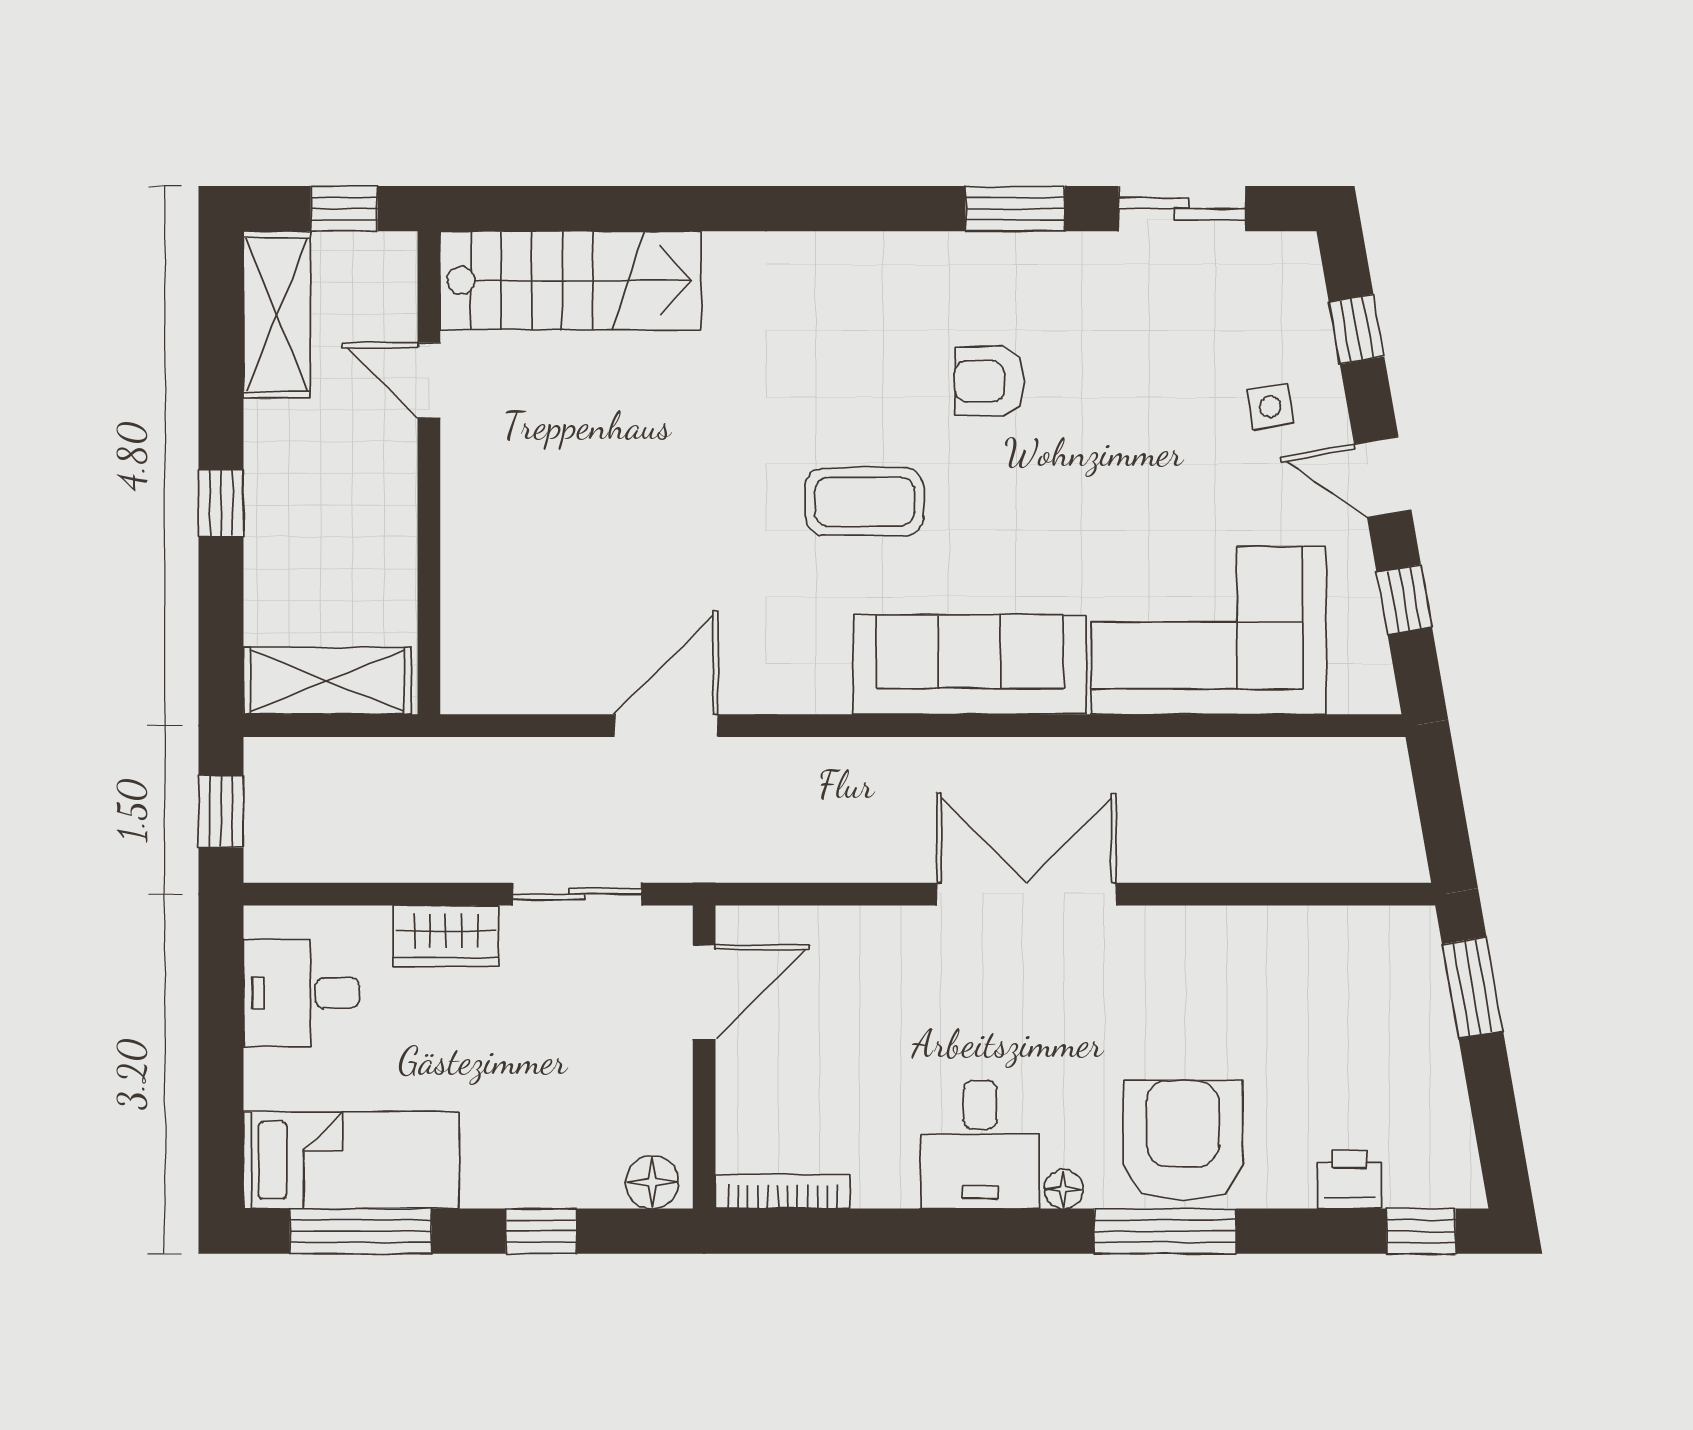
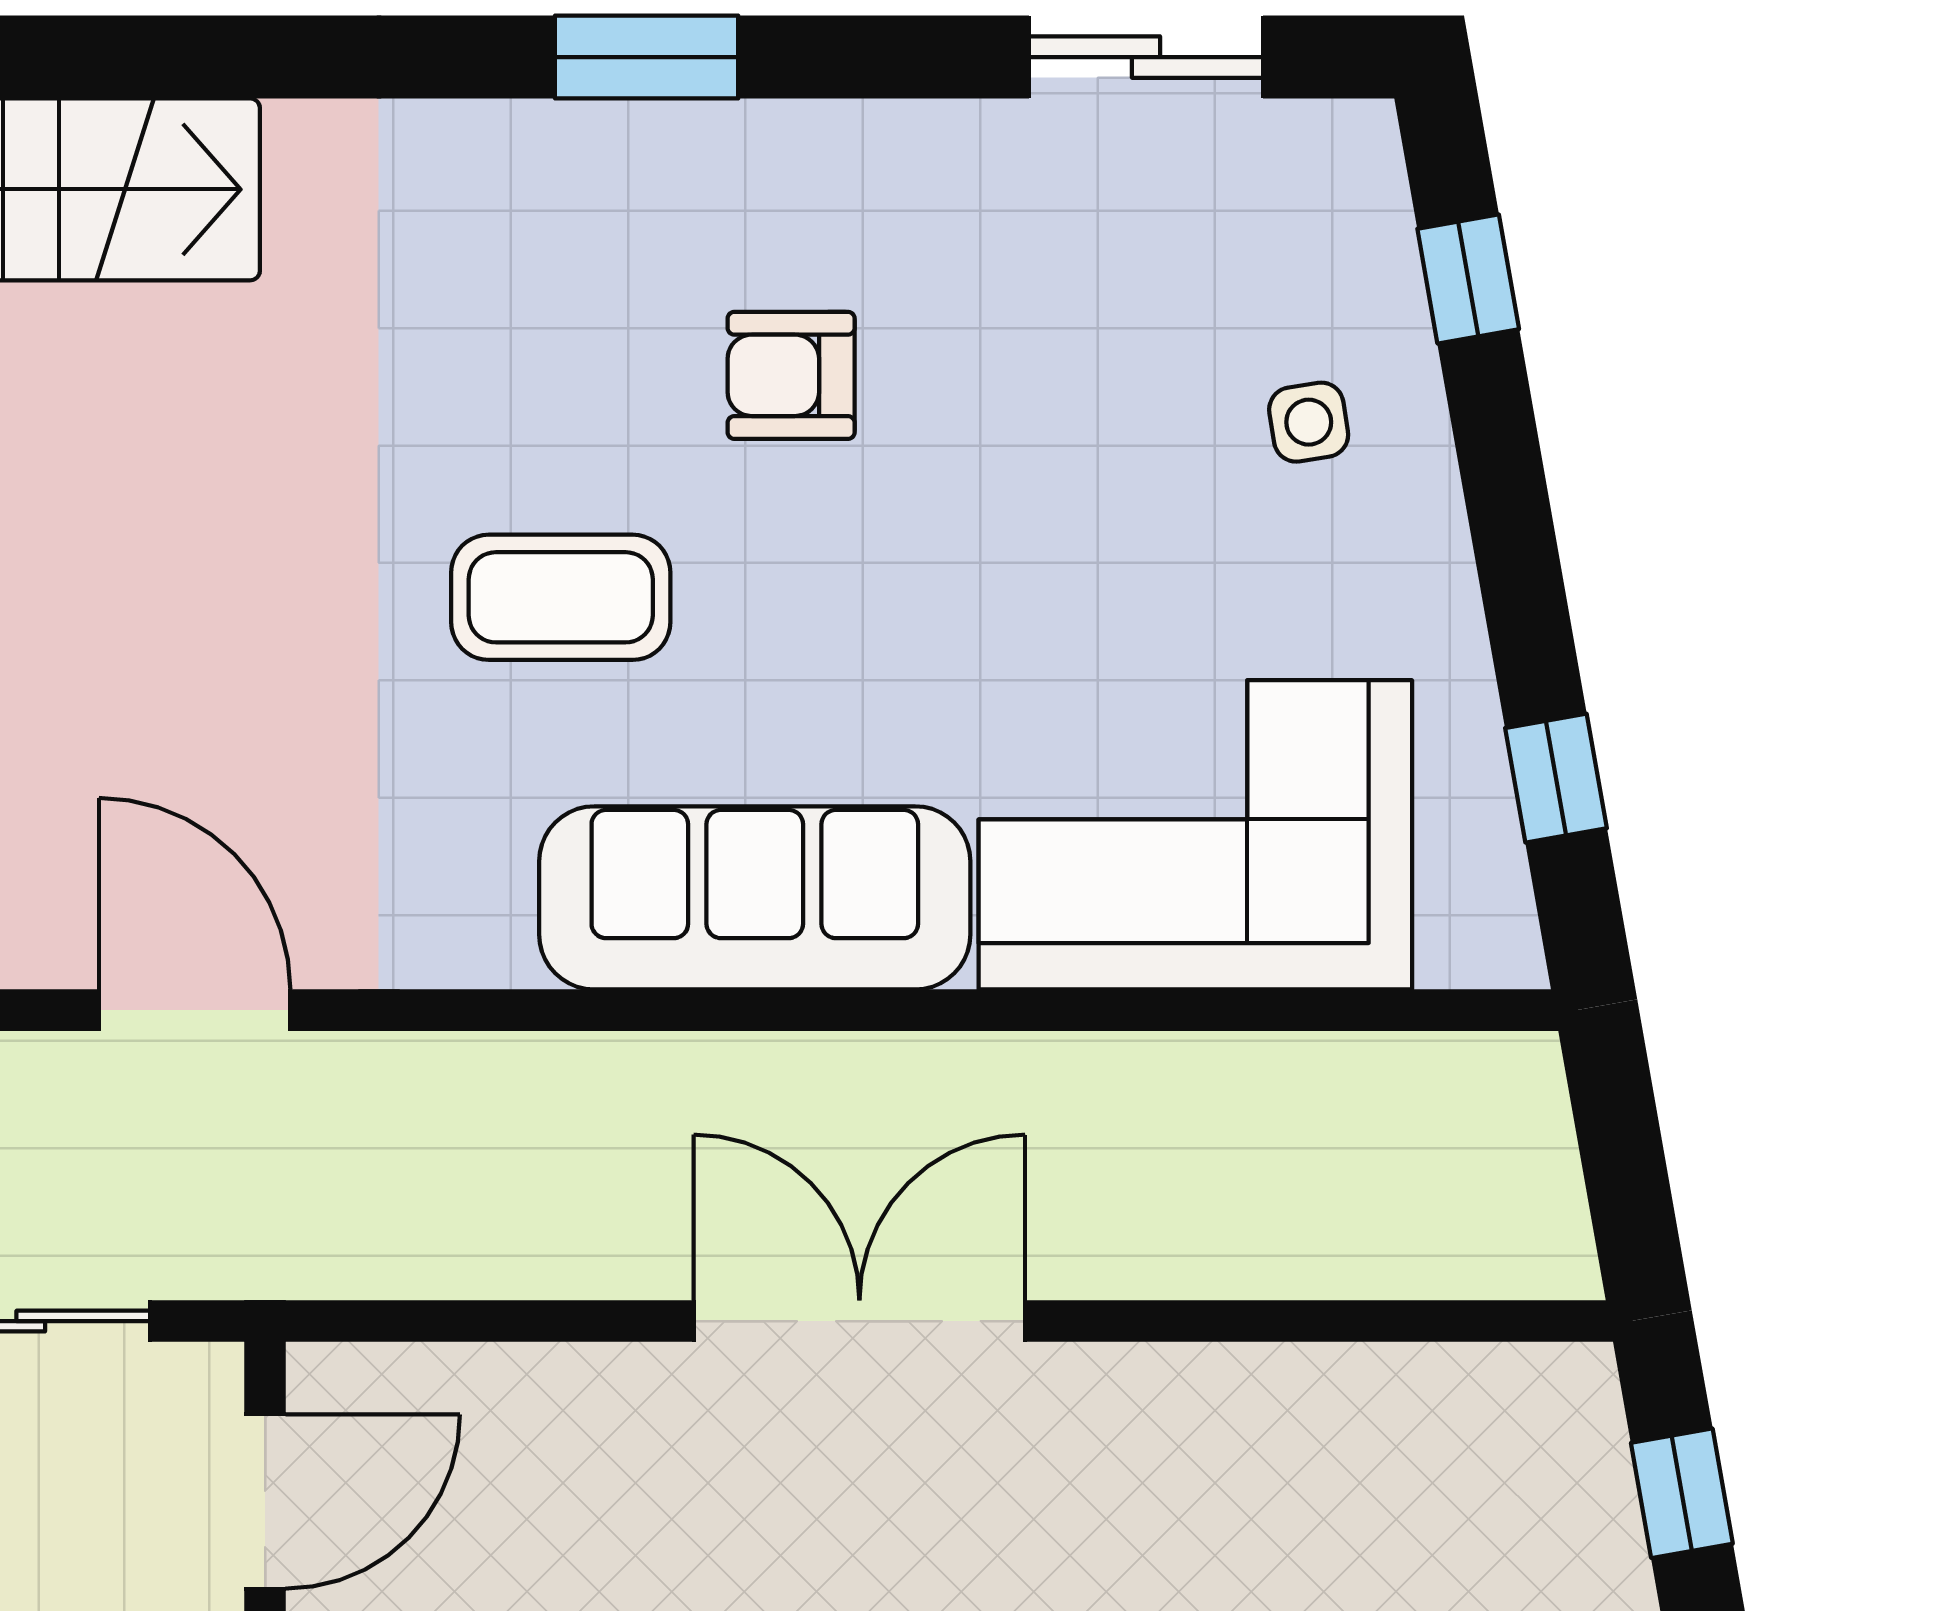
window: (1015, 209) -> (647, 57), moved
door: (1383, 477) -> (1516, 552), removed
door: (666, 726) -> (195, 1010), hinge flipped
window: (1472, 987) -> (1682, 1493), width x0.67

